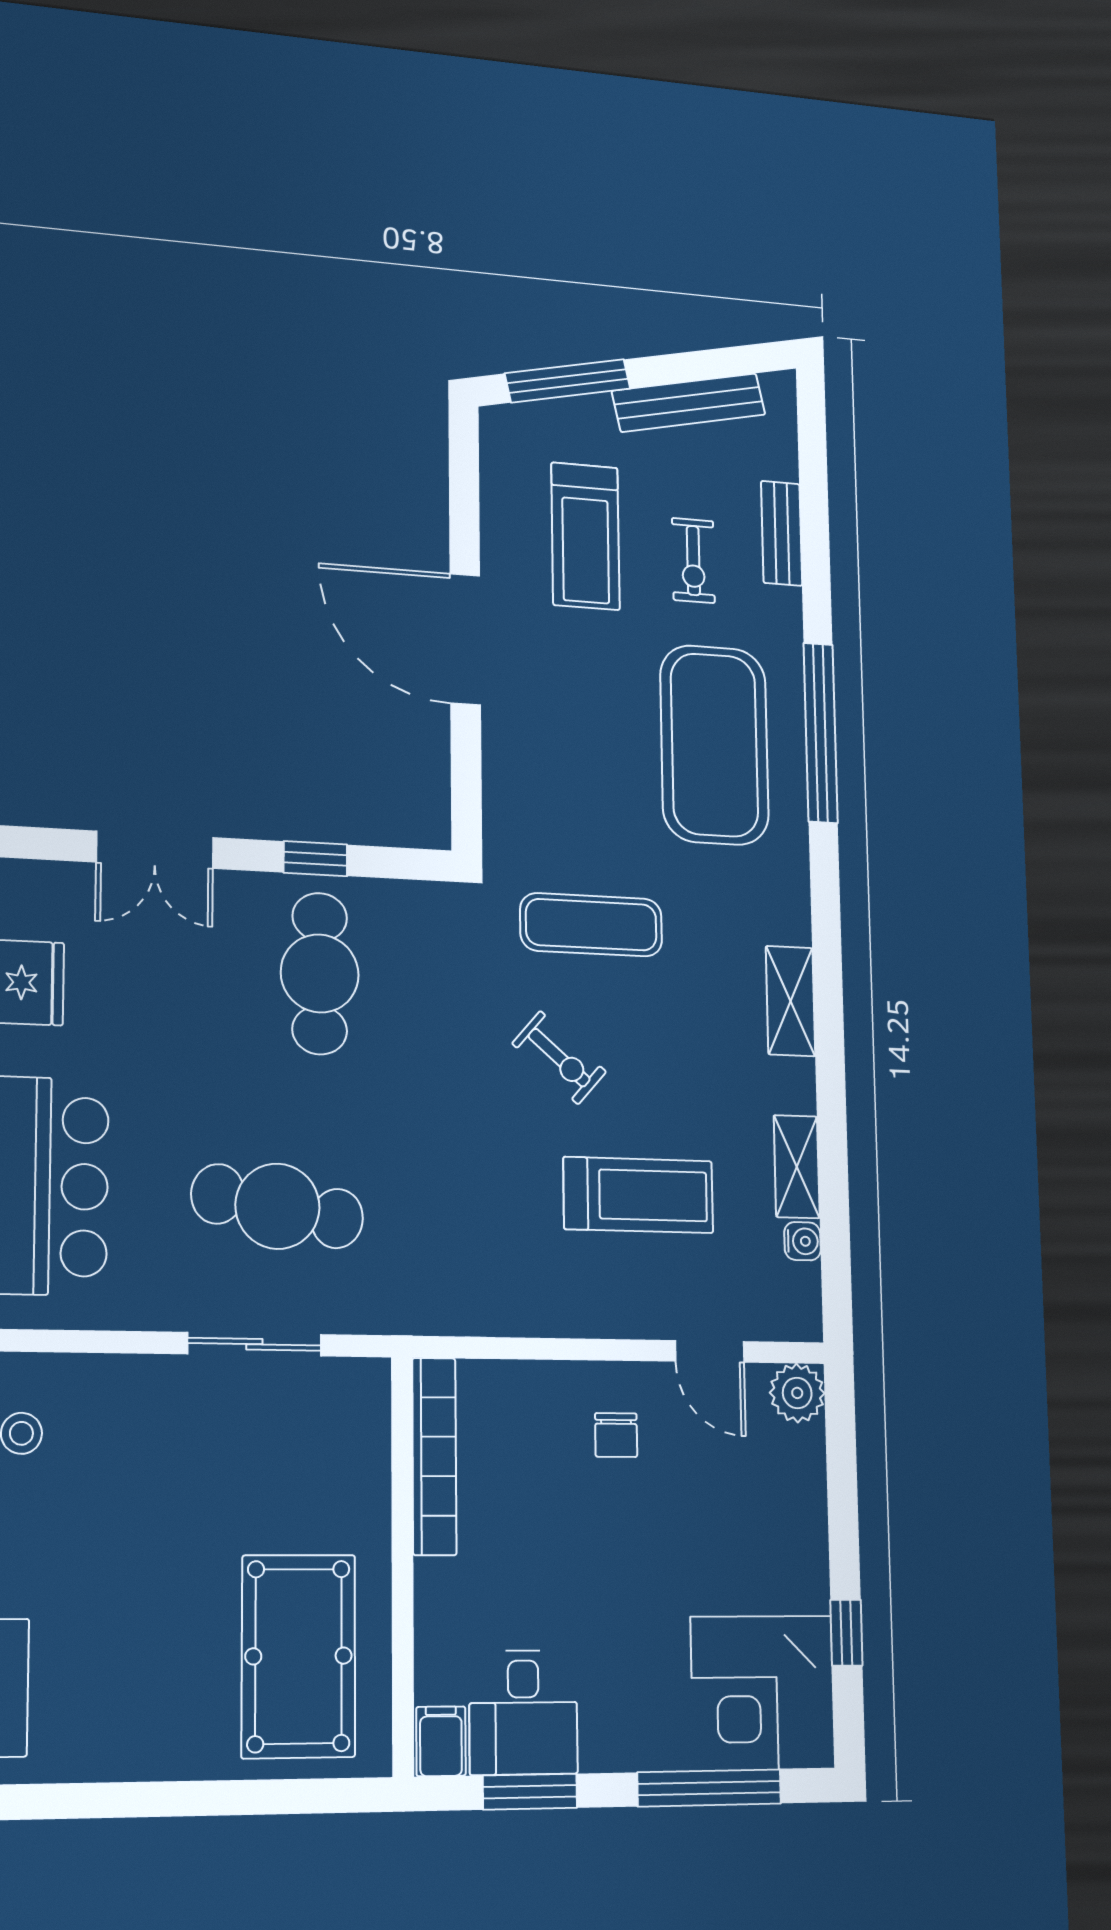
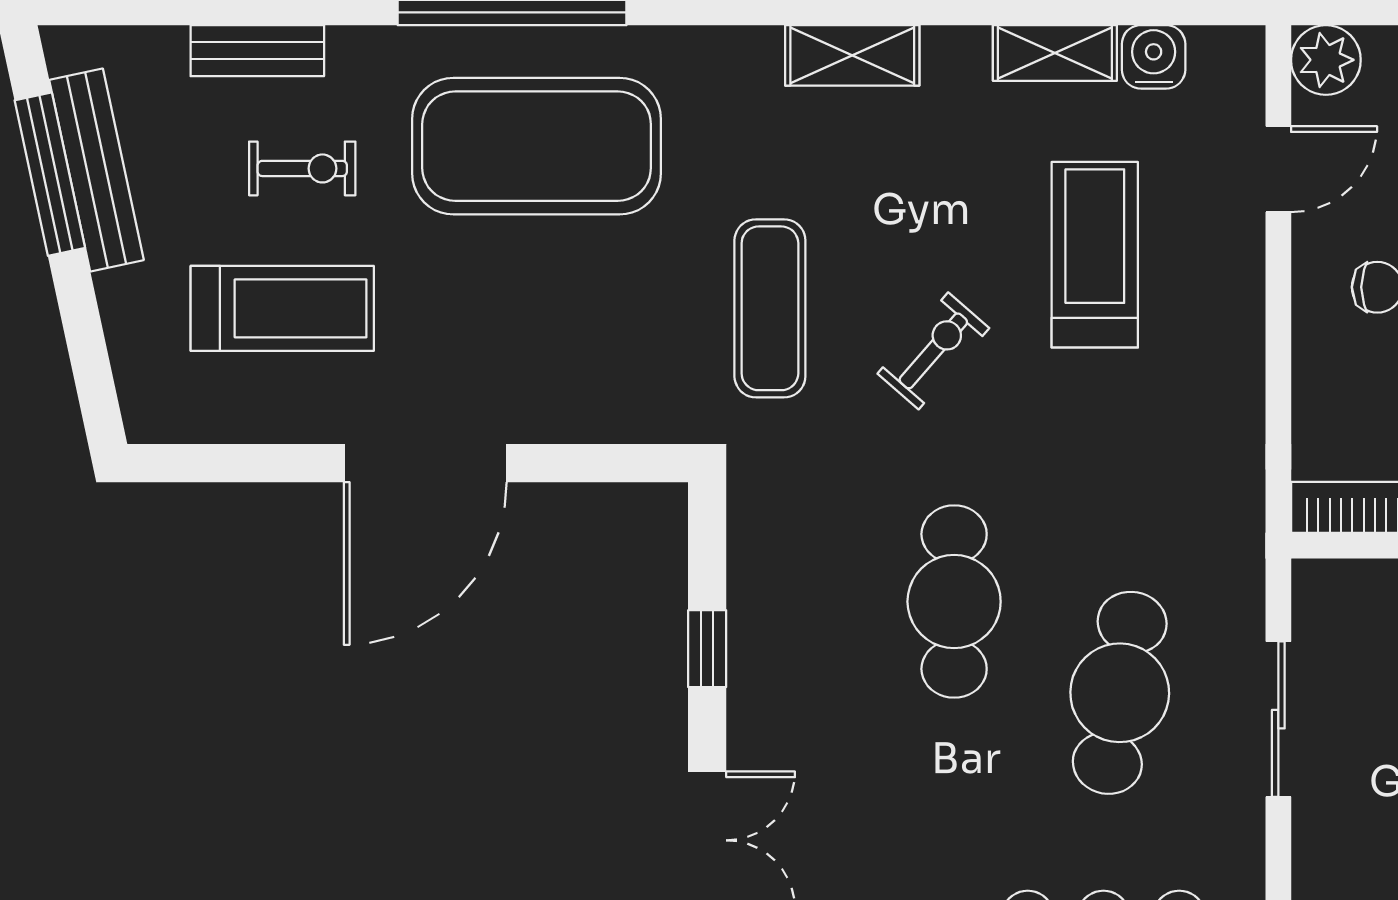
window: (568, 381) -> (50, 174), moved
cafe table: (320, 973) -> (954, 602), moved, turned 90
water cooler: (803, 1241) -> (1154, 57), width x1.38, depth x1.38

